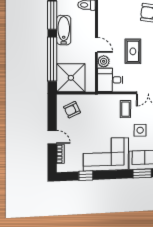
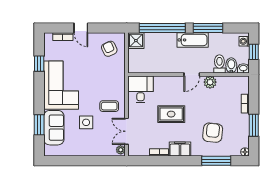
door: (96, 45) -> (192, 74), moved
plant: (104, 61) -> (210, 82), moved
shower: (71, 78) -> (136, 41), width x0.54, depth x0.54
door: (52, 137) -> (81, 28), hinge flipped

